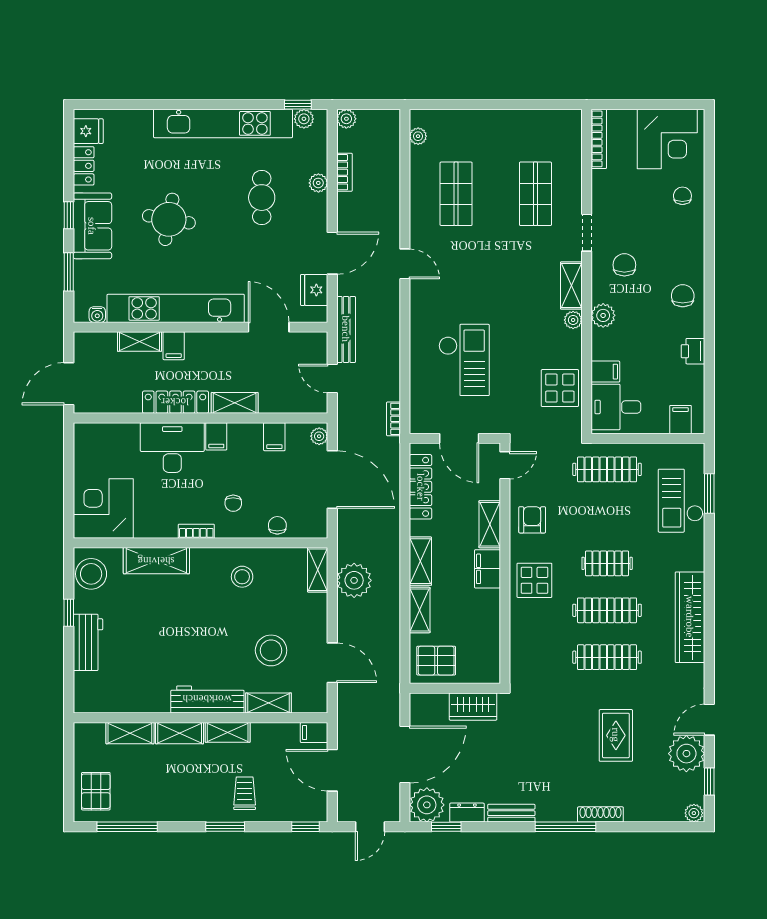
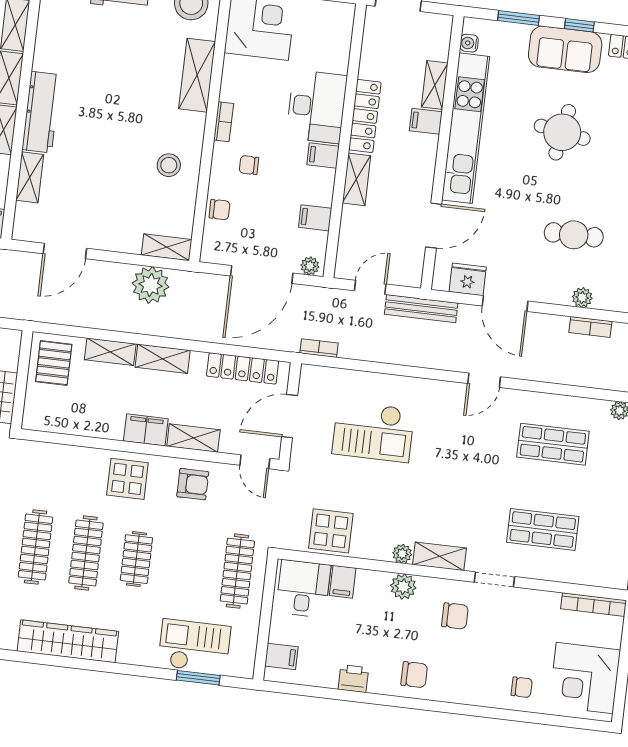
stool: (271, 650) -> (86, 187), removed

